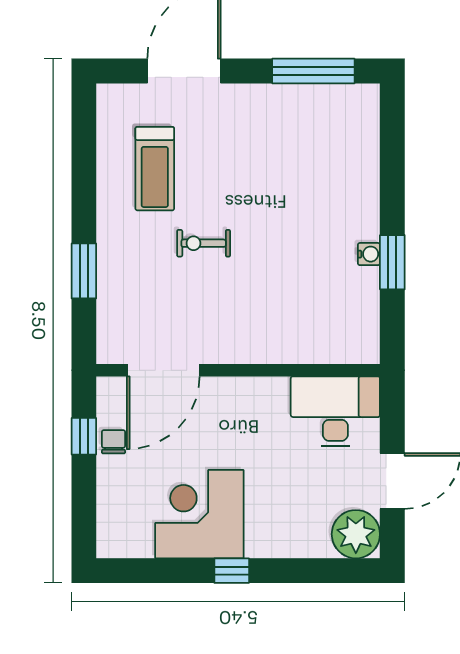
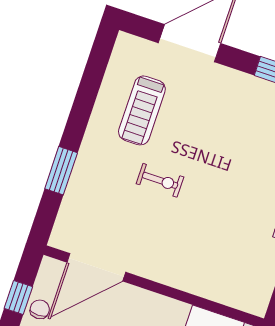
exercise bike: (204, 243) -> (160, 180), turned 180

